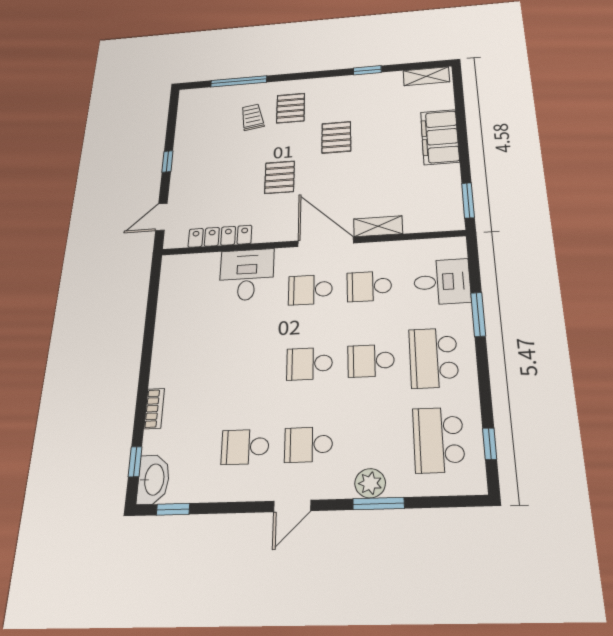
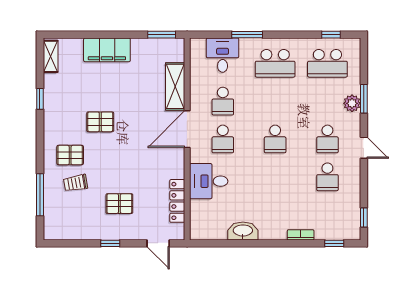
pallet: (280, 177) -> (119, 204), moved
shelving: (378, 226) -> (175, 86), width x1.50, depth x1.33
school desk: (371, 361) -> (275, 101), removed
washbasin: (153, 479) -> (243, 231), moved

